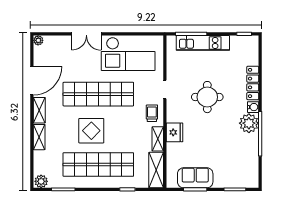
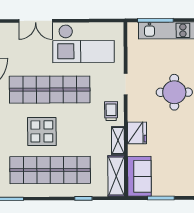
sofa: (195, 178) -> (139, 176), moved, turned 90

